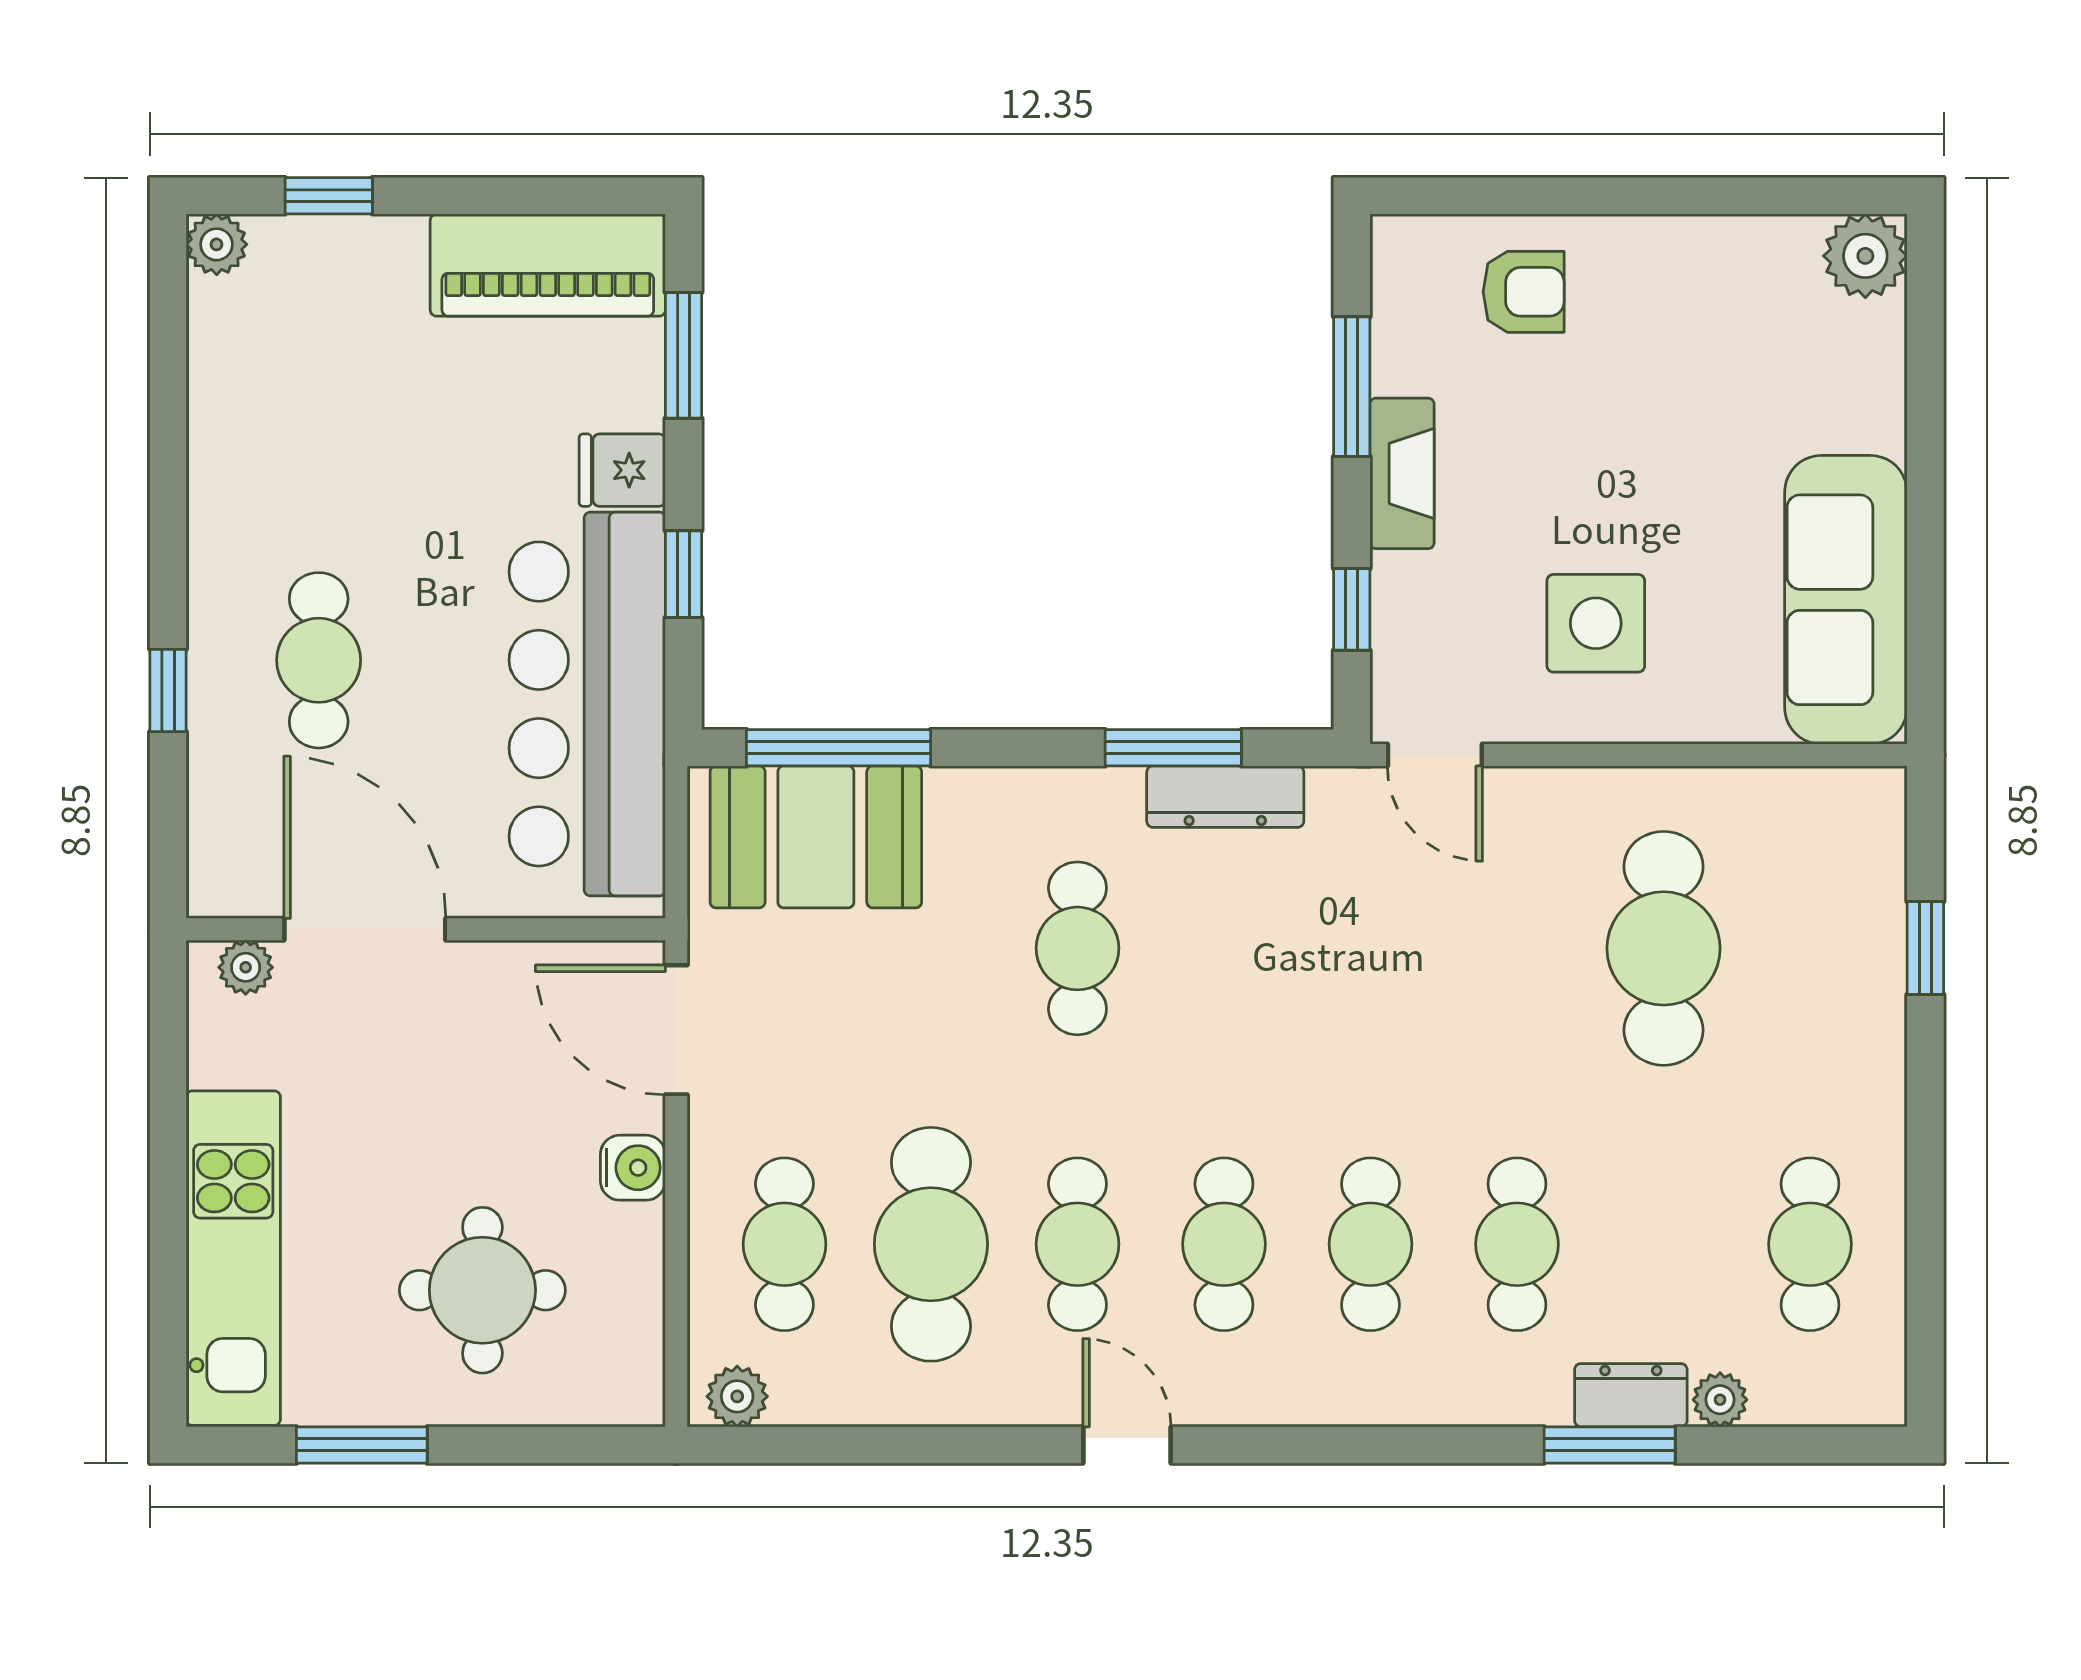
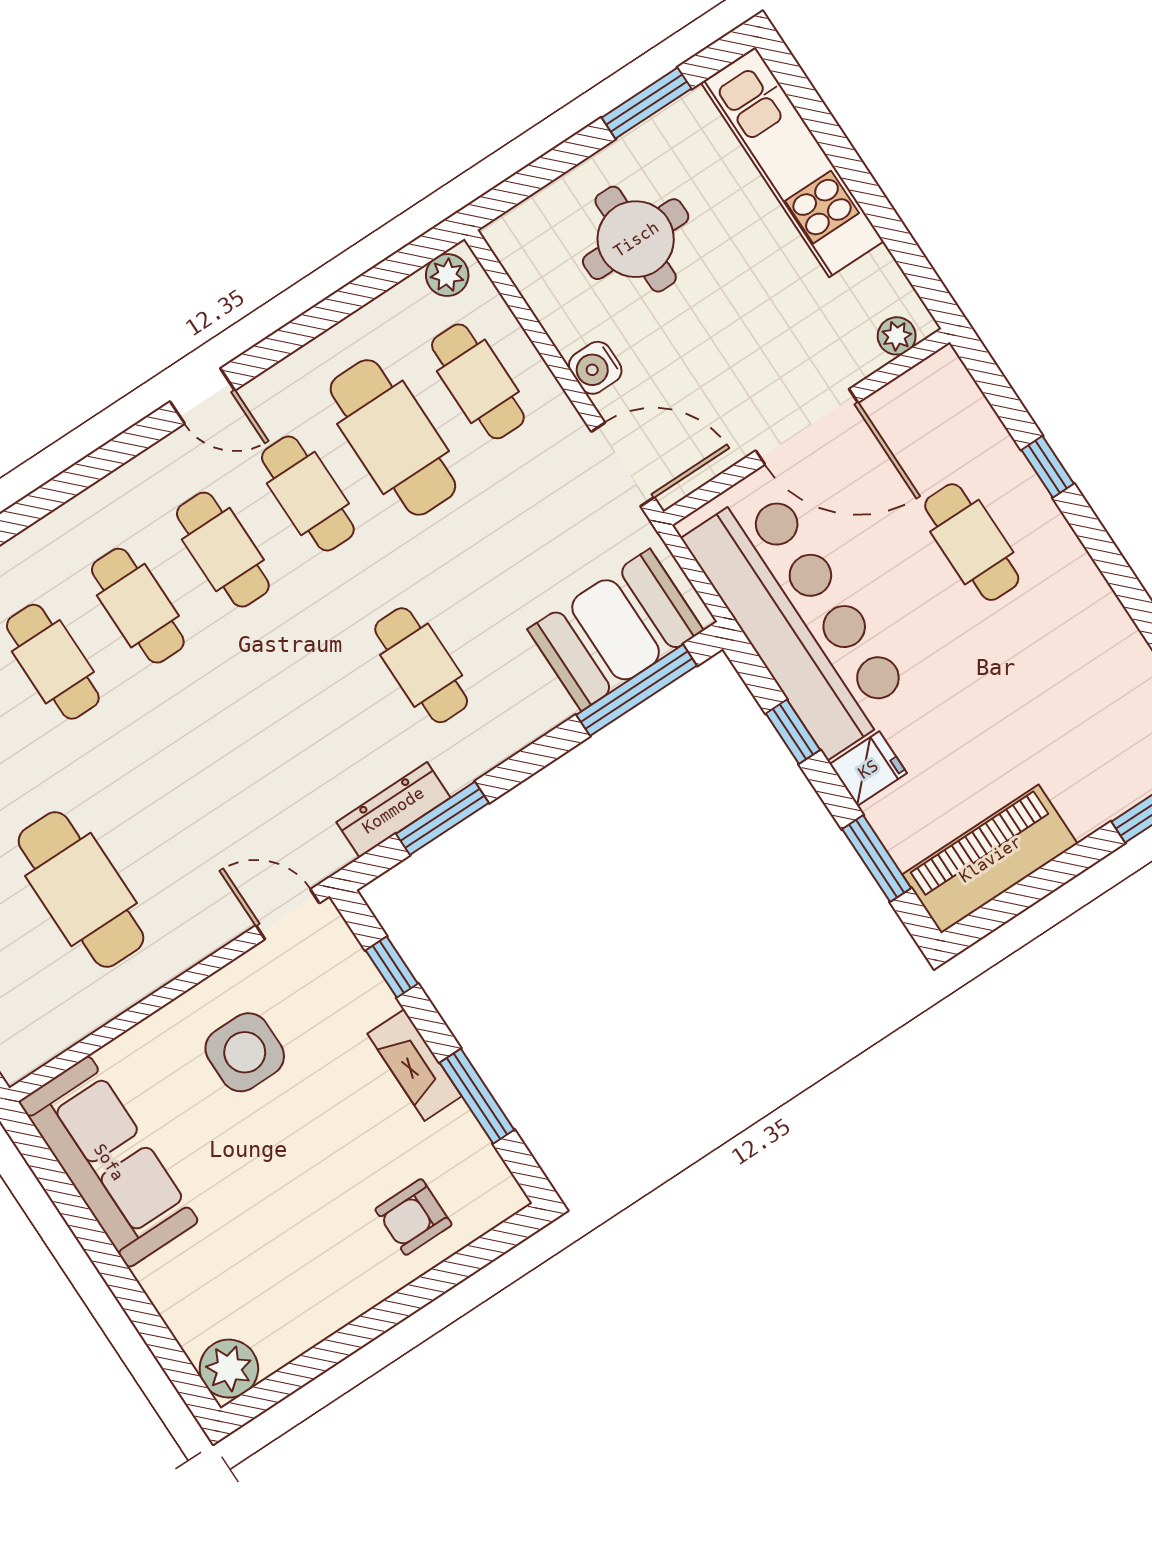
door: (365, 929) -> (807, 427), moved

